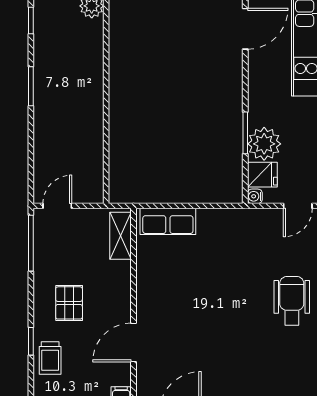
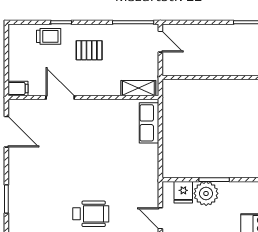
water cooler: (255, 196) -> (167, 187), removed
trolley: (50, 358) -> (49, 36), turned 180

